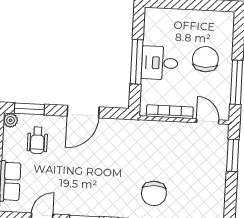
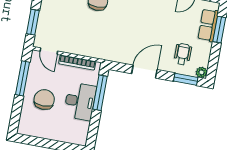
chair: (205, 59) -> (44, 100), turned 180
window: (137, 62) -> (100, 93), moved
desk: (160, 63) -> (80, 101), width x1.37

